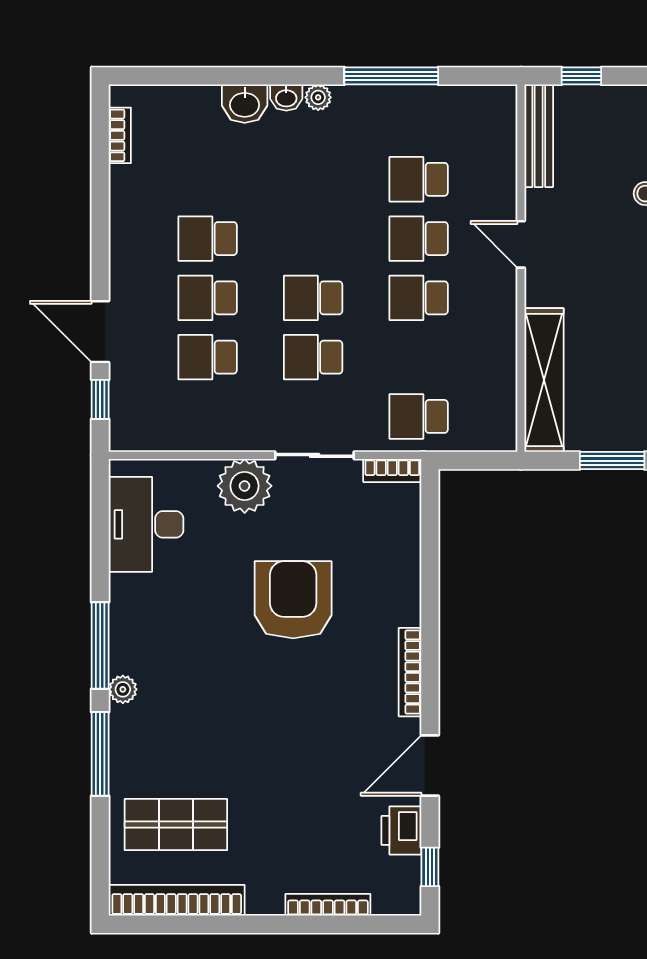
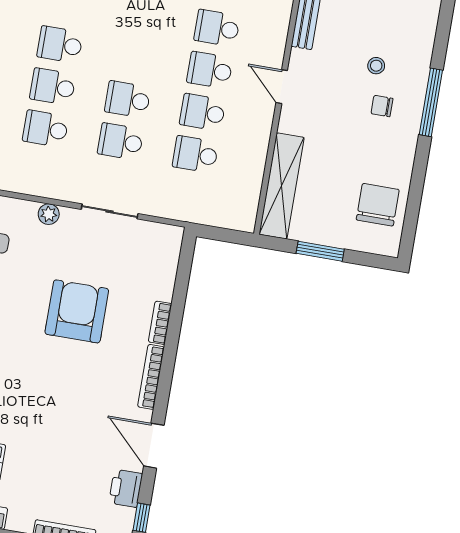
school desk: (419, 416) -> (195, 154), moved
bookcase: (392, 470) -> (160, 323), moved, turned 90
plant: (245, 486) -> (49, 214), width x0.53, depth x0.53
door: (430, 766) -> (154, 446), hinge flipped

